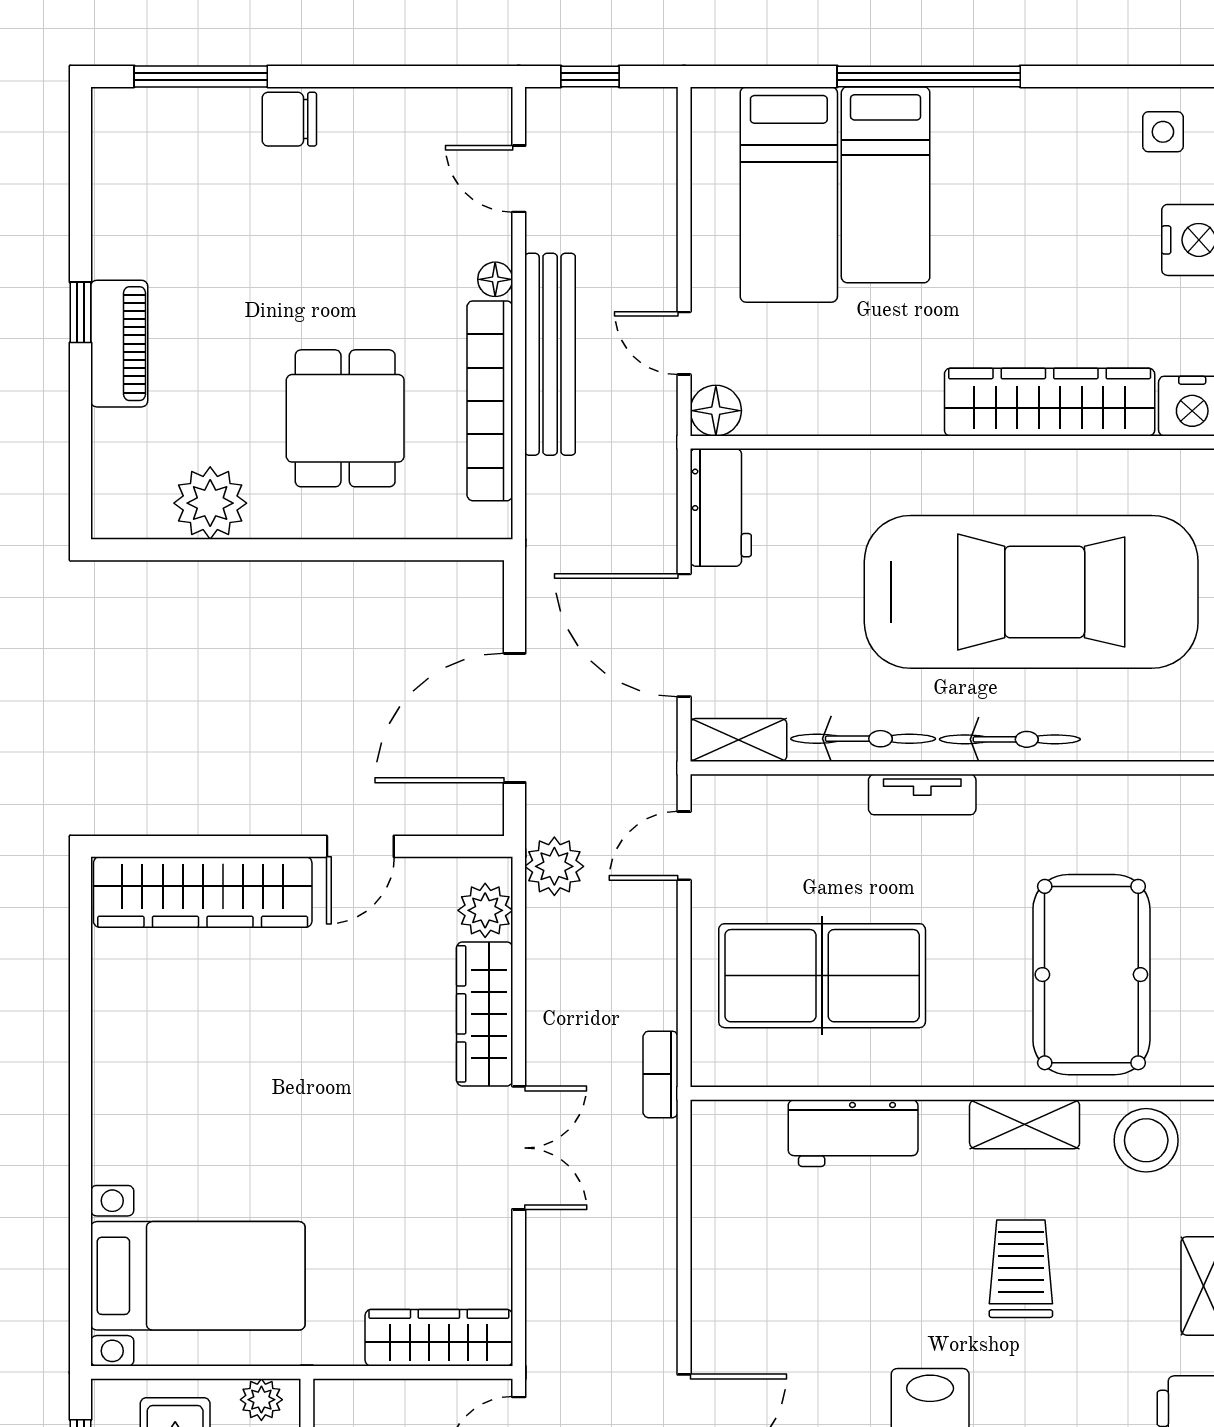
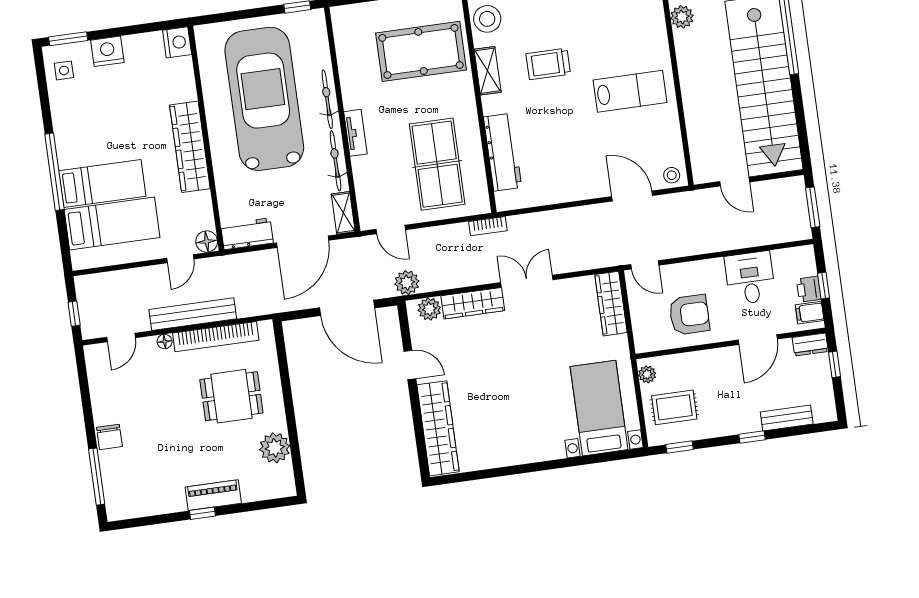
wardrobe: (1050, 402) -> (190, 147), moved
workbench: (853, 1133) -> (503, 152), width x1.38

